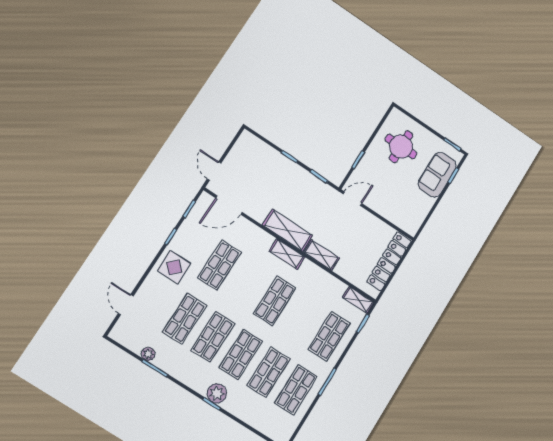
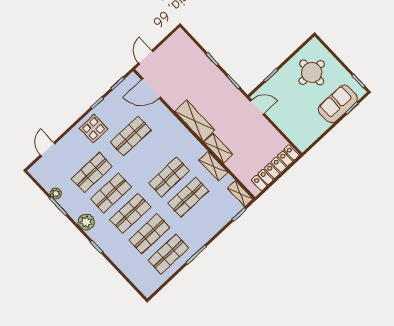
shelving: (287, 254) -> (213, 166), moved
shop shelf: (329, 336) -> (188, 197), moved
plant: (217, 393) -> (86, 222), moved

